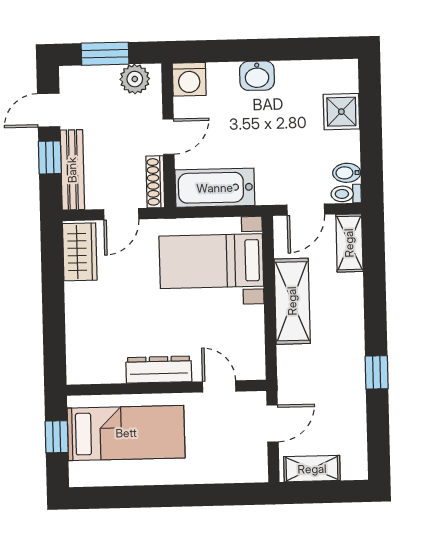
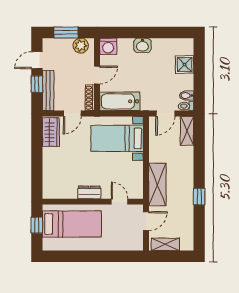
shelving: (292, 301) -> (157, 184), moved
dresser: (159, 370) -> (89, 192), width x0.70

